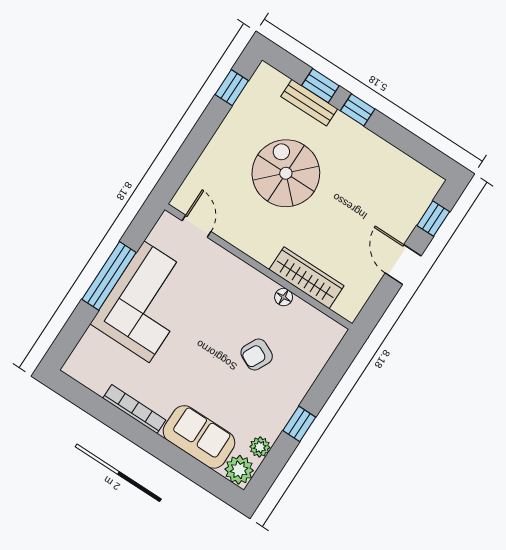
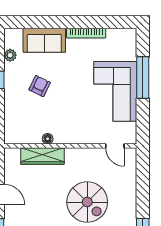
window: (109, 276) -> (143, 77), moved
armchair: (257, 354) -> (40, 86), moved
plant: (239, 470) -> (13, 37), removed

